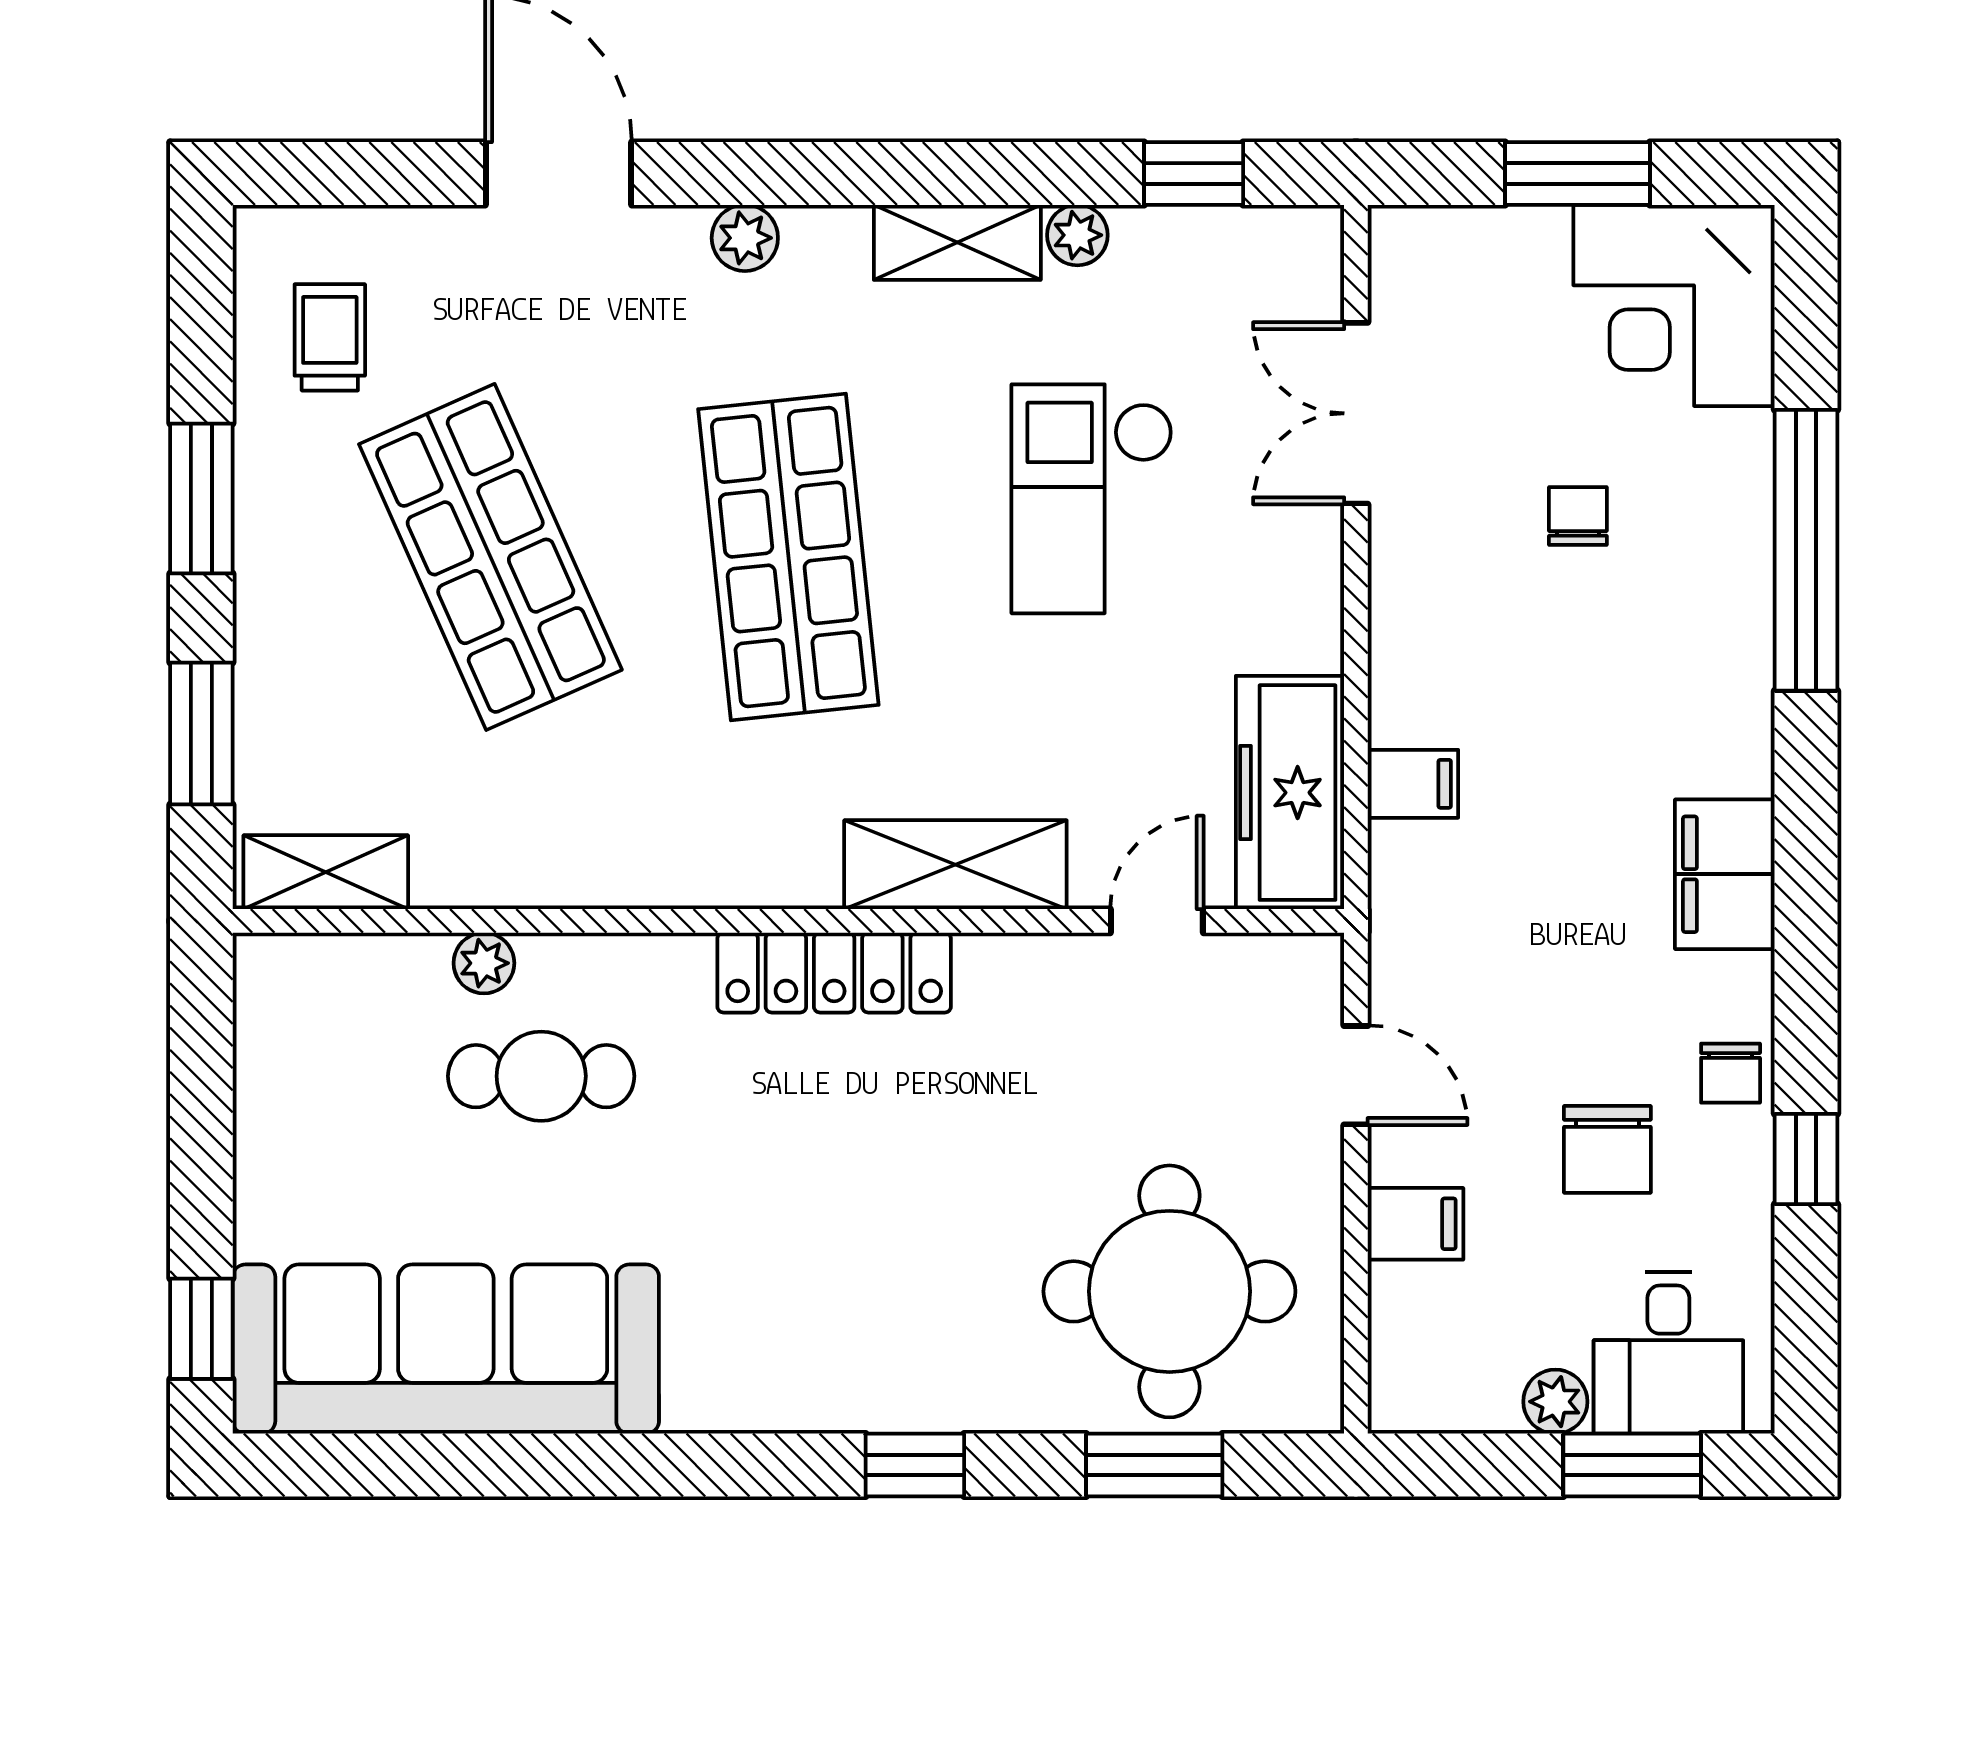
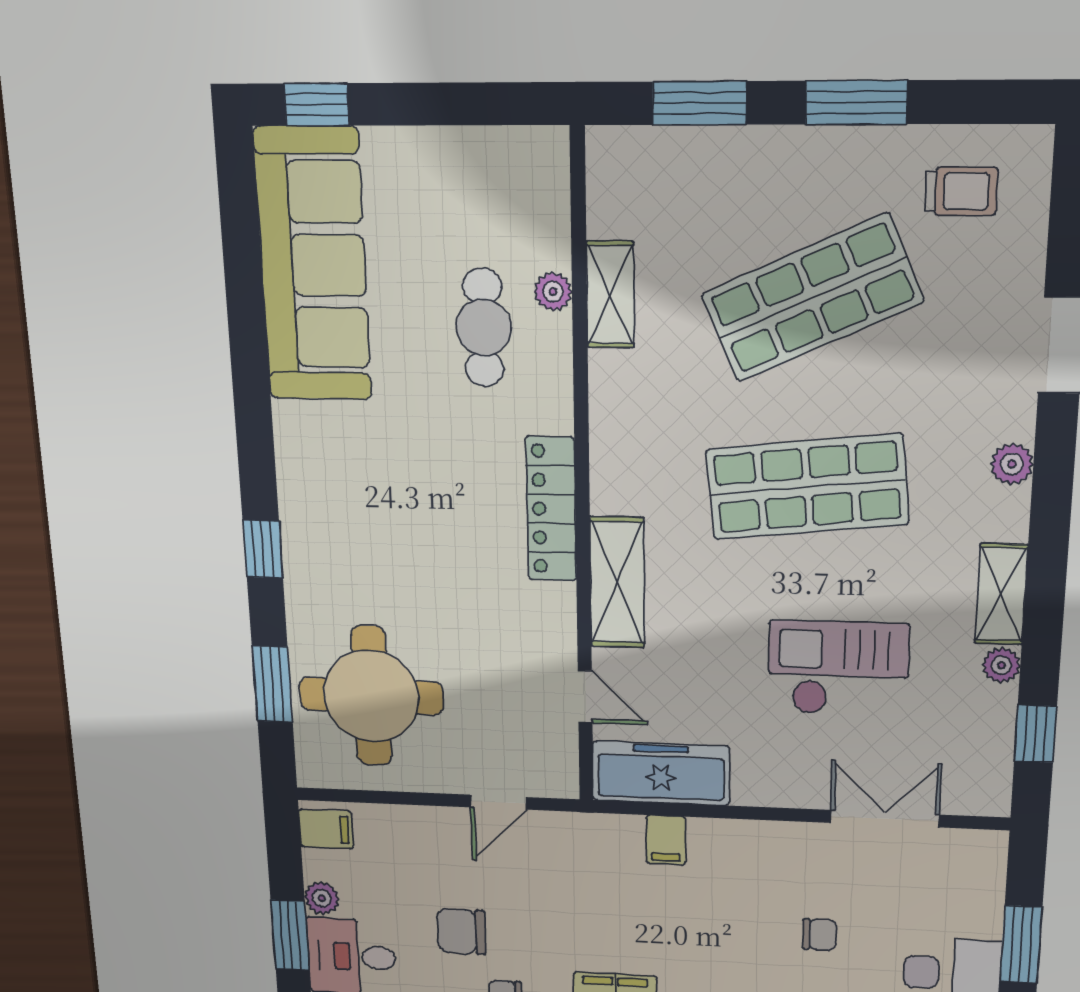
shelving: (326, 872) -> (610, 295), moved
filing cabinet: (1415, 1224) -> (326, 829), moved, turned -90

